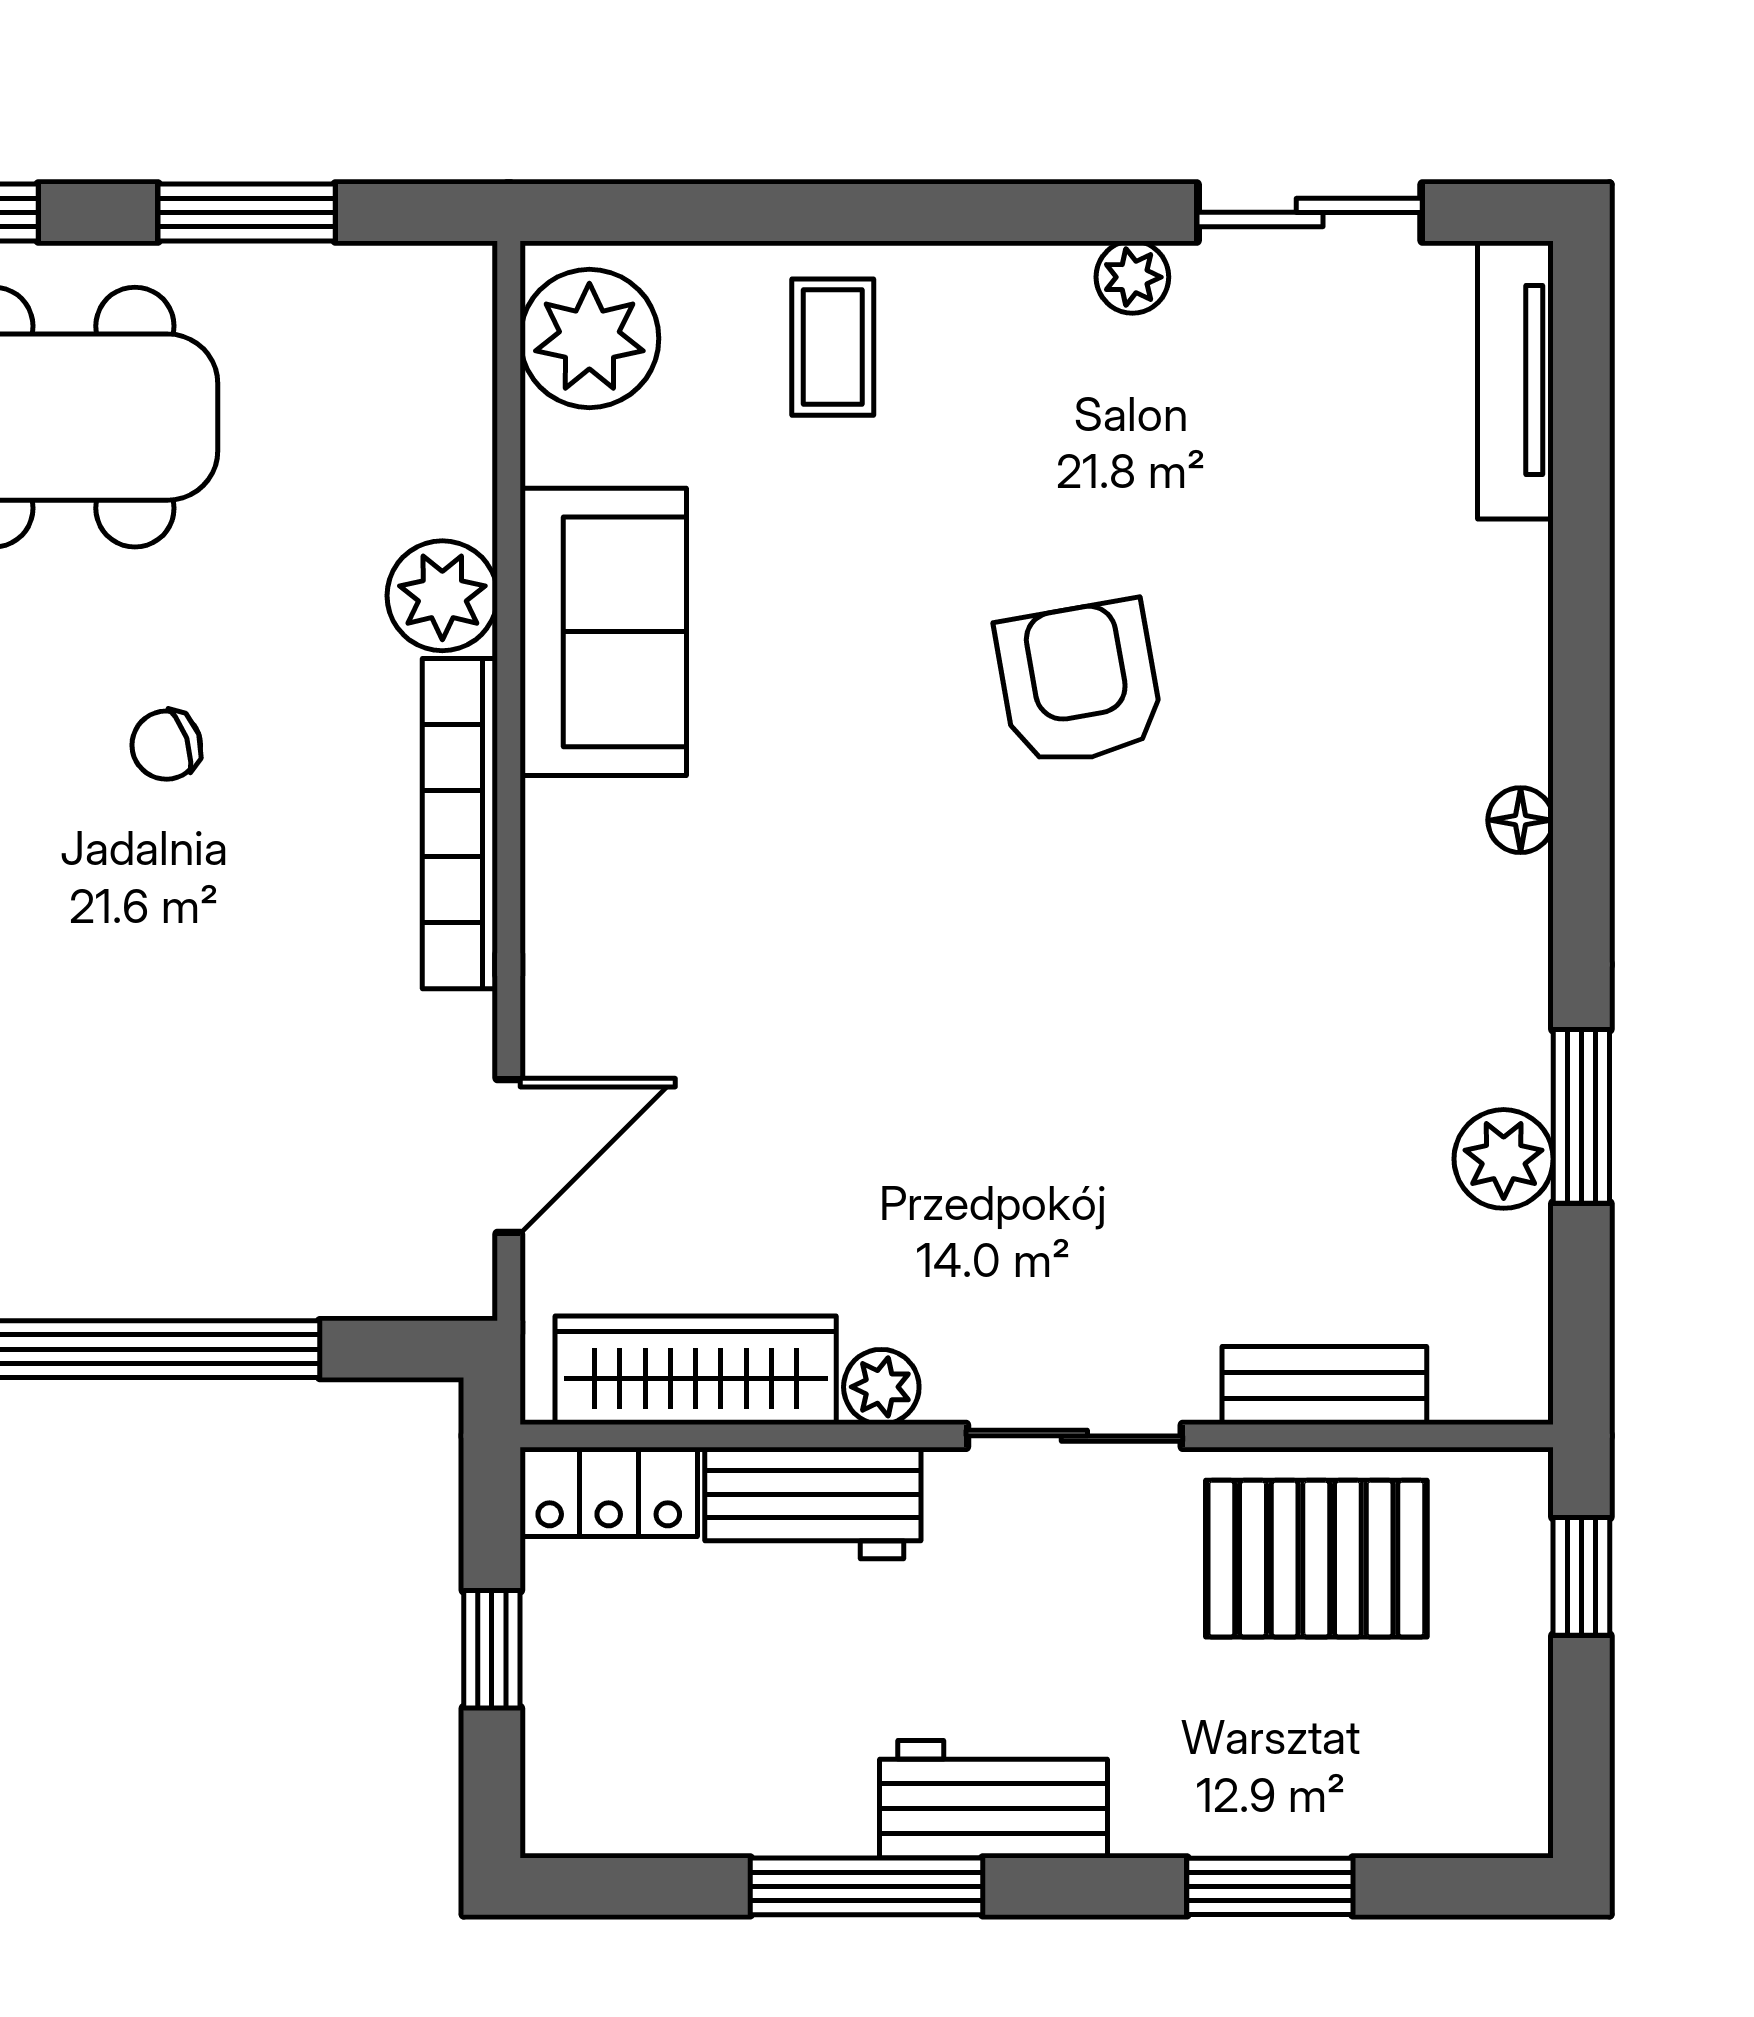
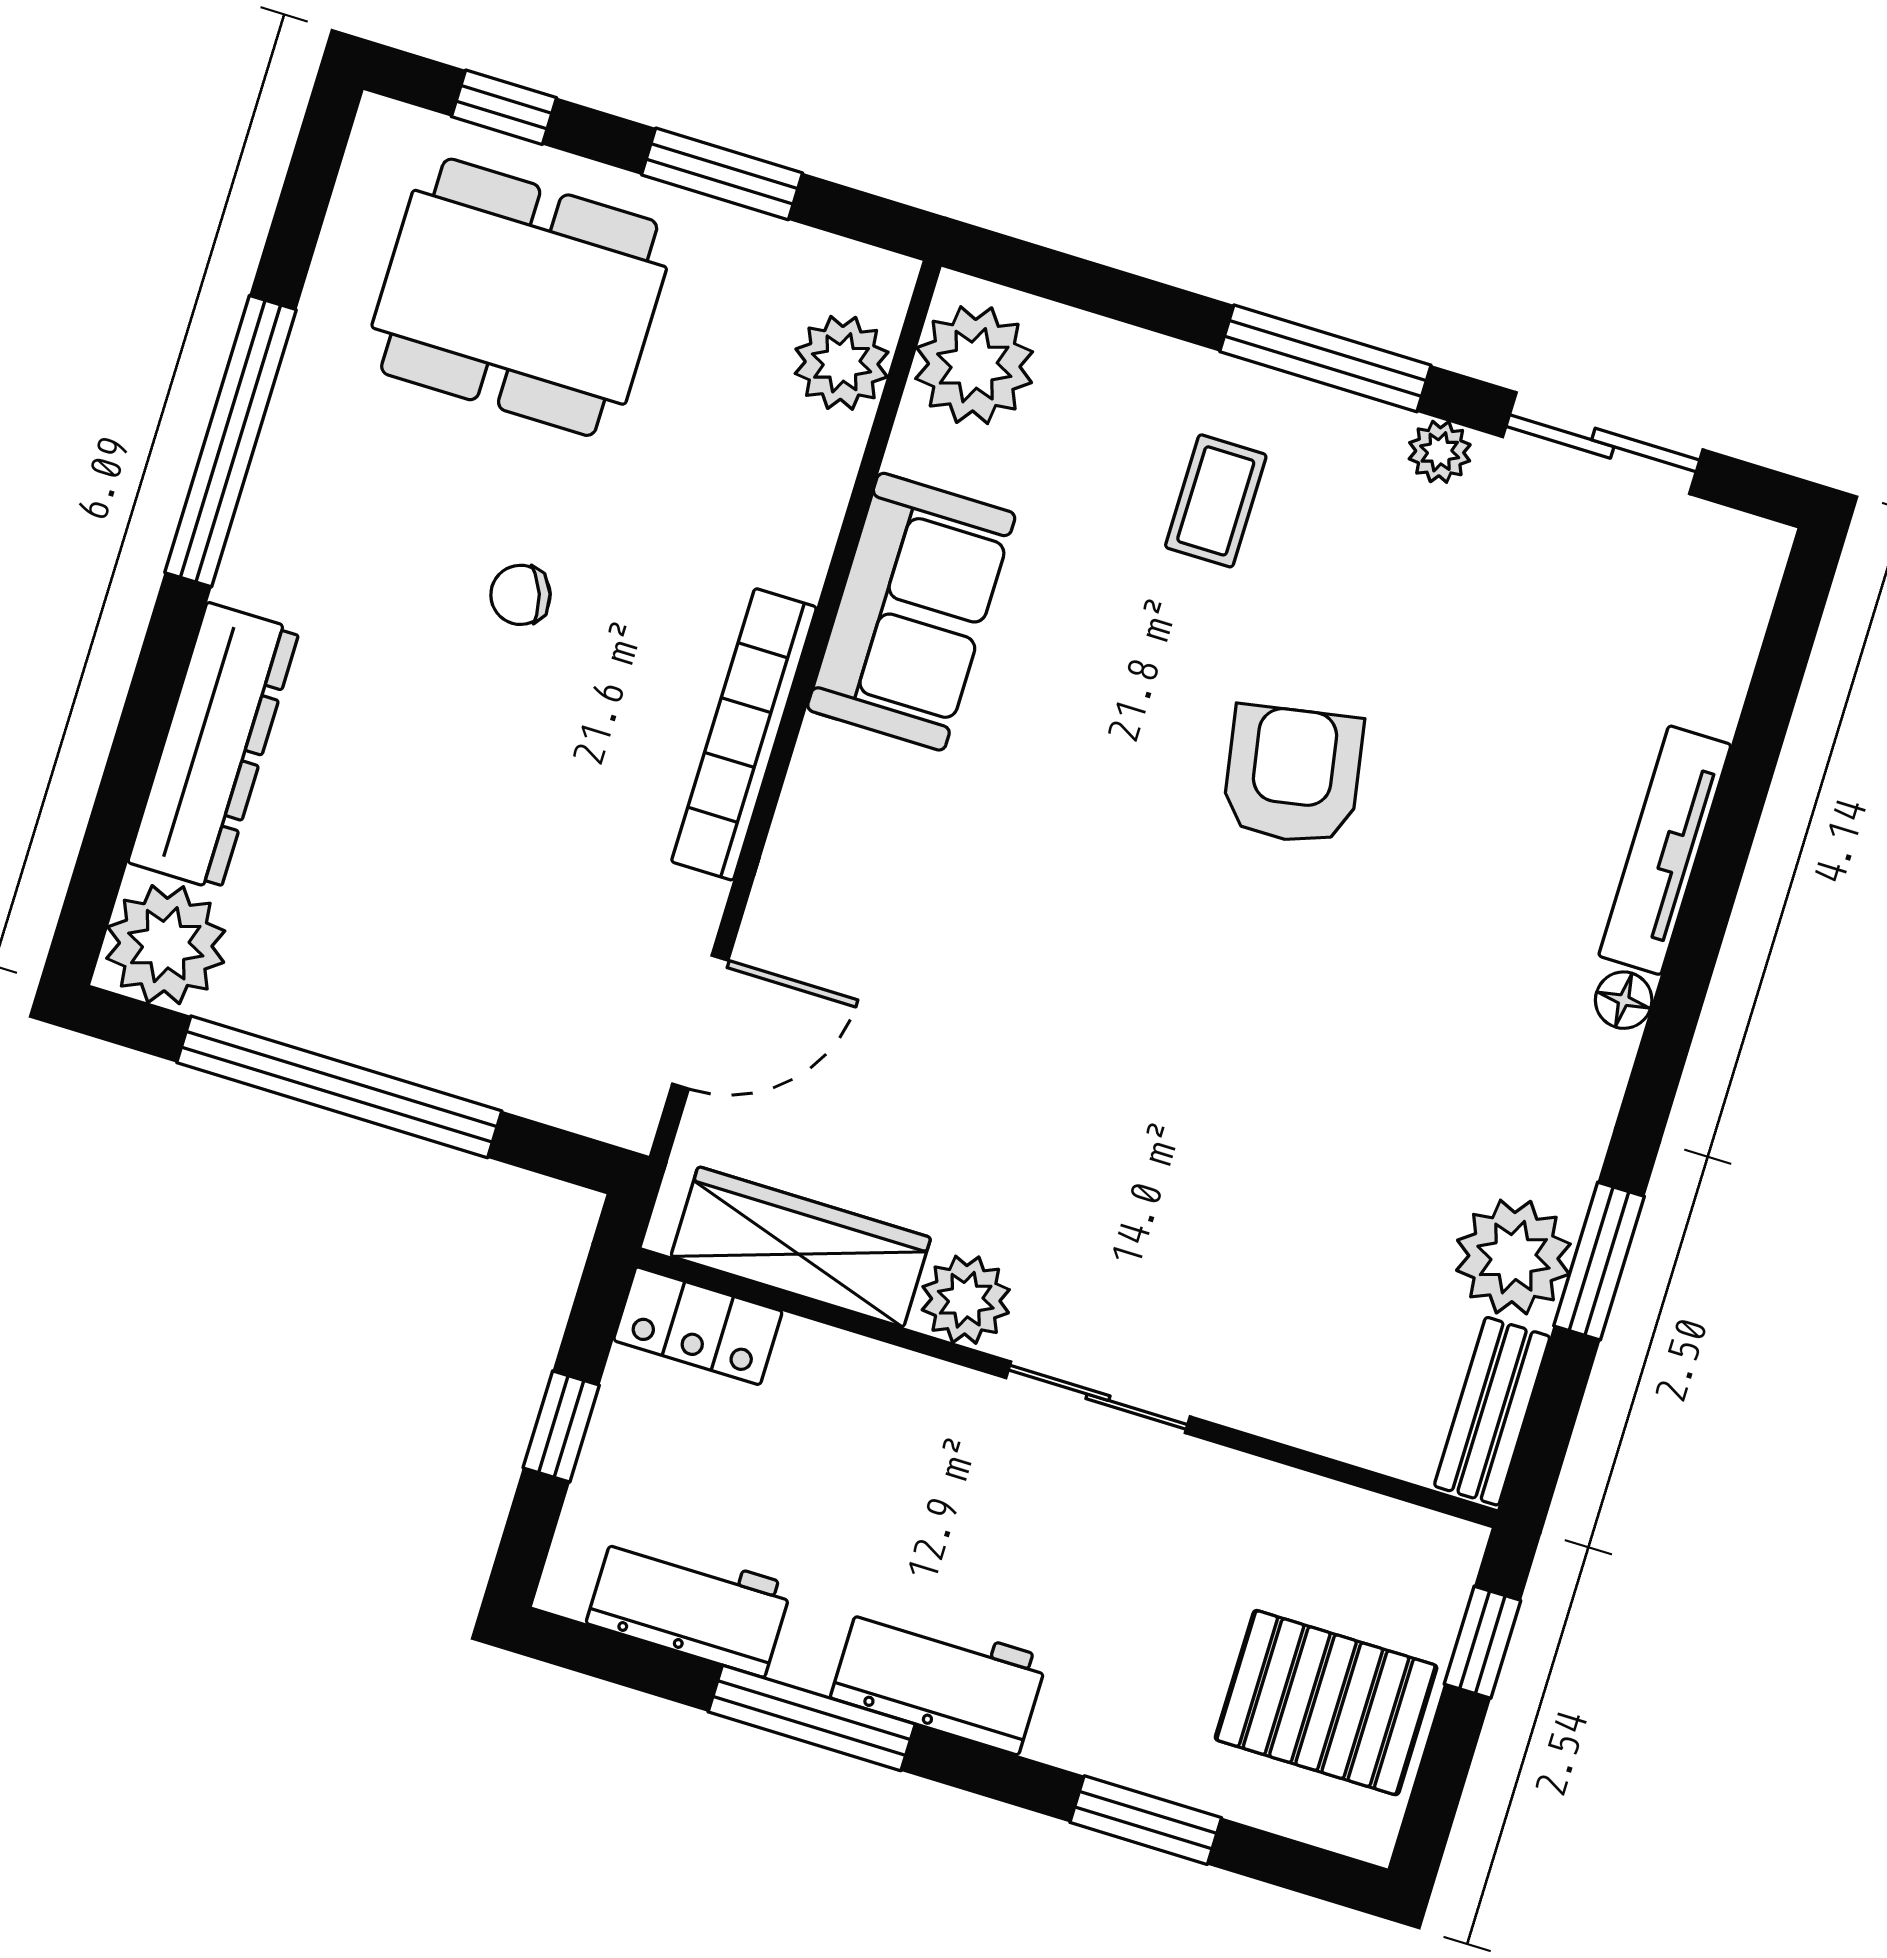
window: (975, 212) -> (1325, 358), added
coffee table: (833, 347) -> (1216, 501), moved
tv unit: (1515, 380) -> (1665, 850), moved
plant: (442, 596) -> (842, 363), moved
plant: (1504, 1159) -> (1513, 1257), width x1.36, depth x1.36
bench: (1324, 1385) -> (1492, 1411), moved, turned 90
plant: (881, 1387) -> (966, 1300), width x1.38, depth x1.38
workbench: (813, 1503) -> (689, 1604), moved, turned 180
pallet: (1316, 1559) -> (1326, 1703), moved

